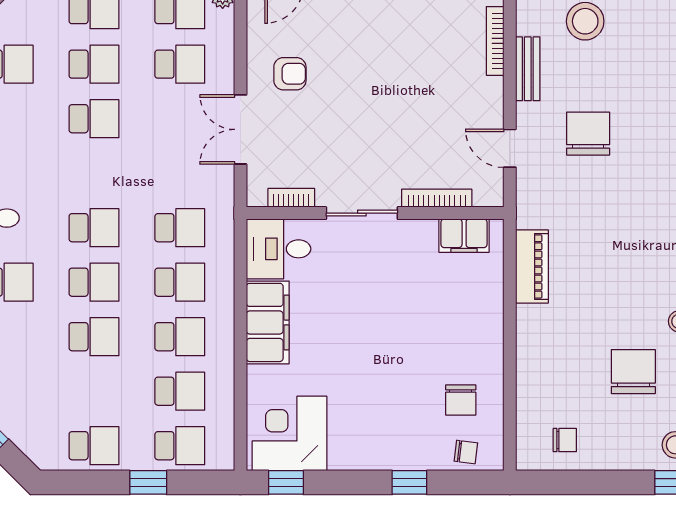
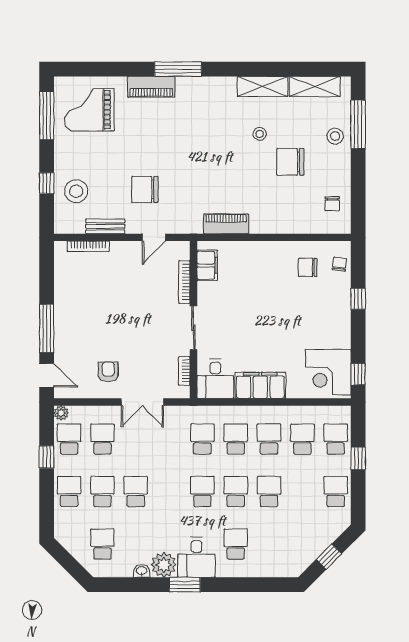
chair: (461, 400) -> (308, 267), turned 180
chair: (565, 440) -> (332, 204), turned 180

